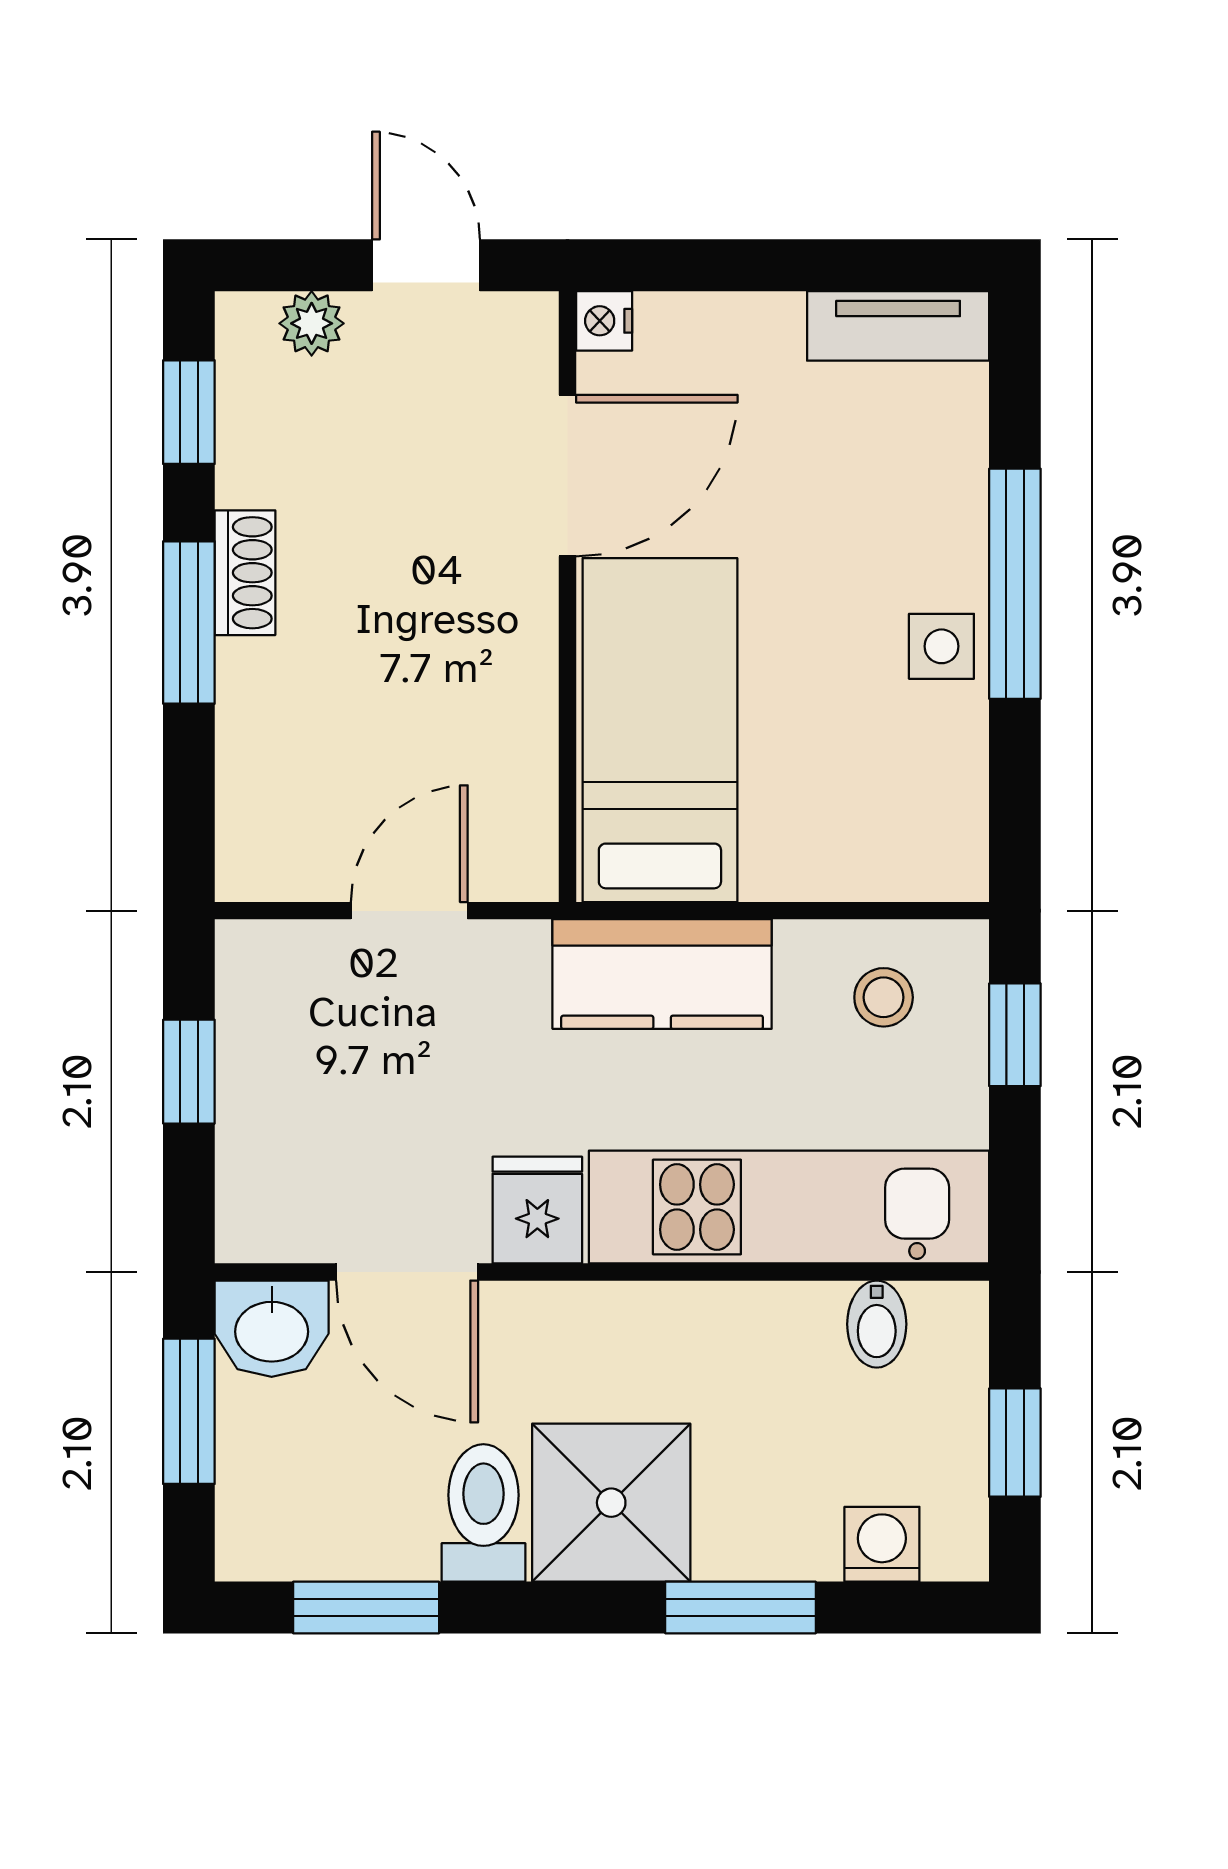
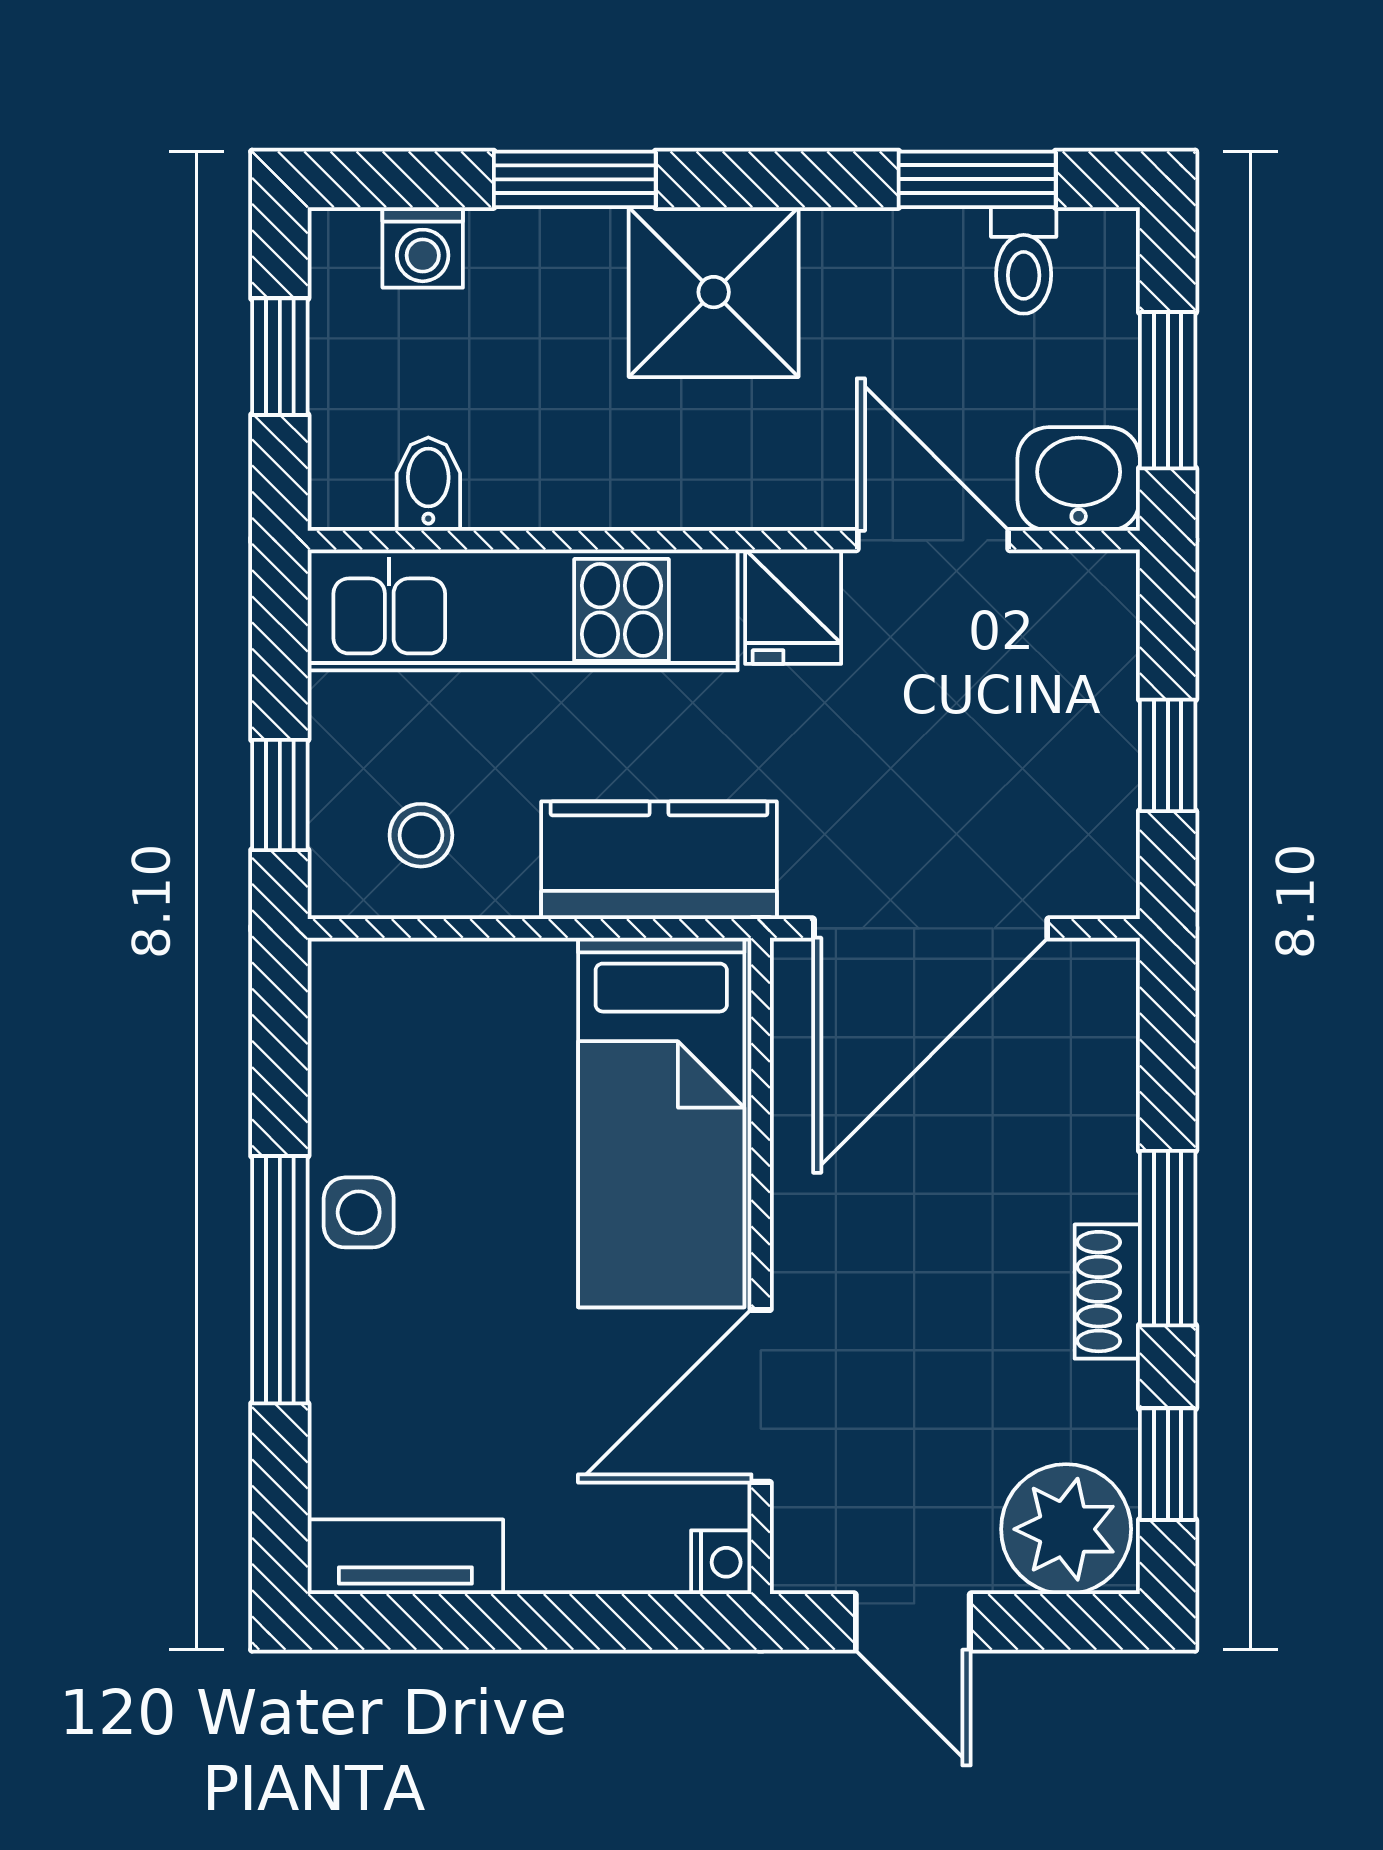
plant: (312, 323) -> (1066, 1529), width x1.88, depth x1.88
door: (409, 911) -> (931, 928), width x1.87
toilet: (483, 1513) -> (1024, 260), moved, width x0.73, depth x0.72

